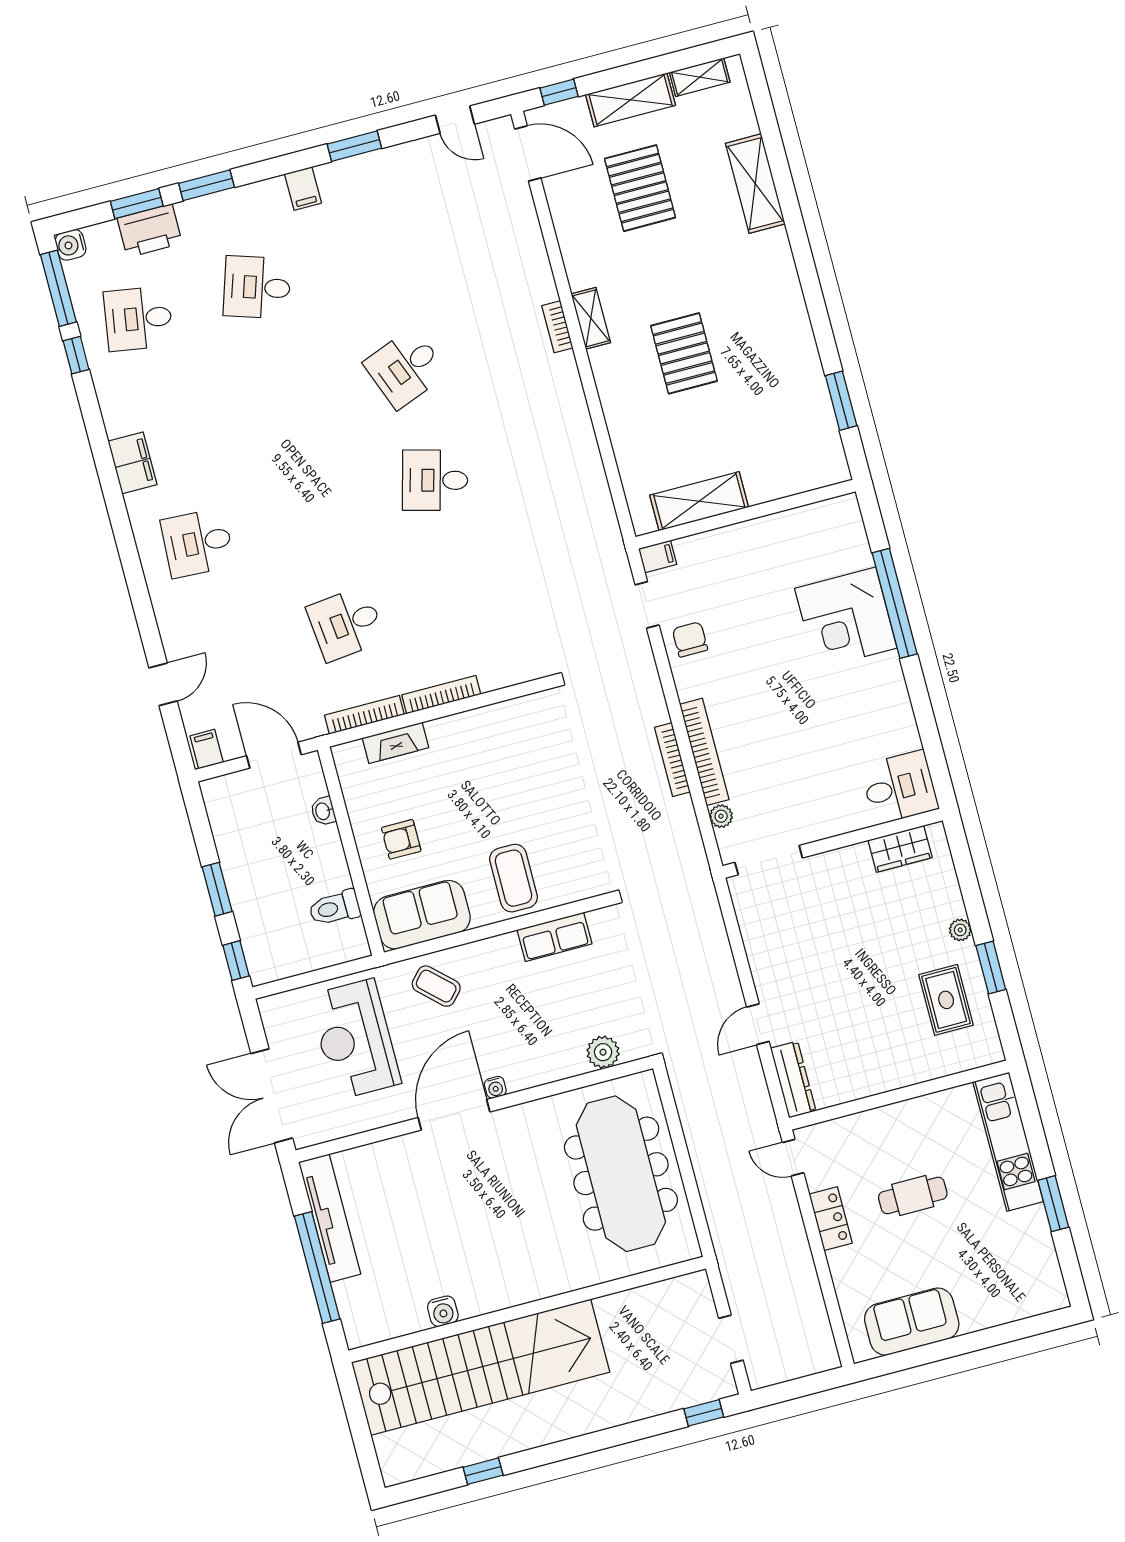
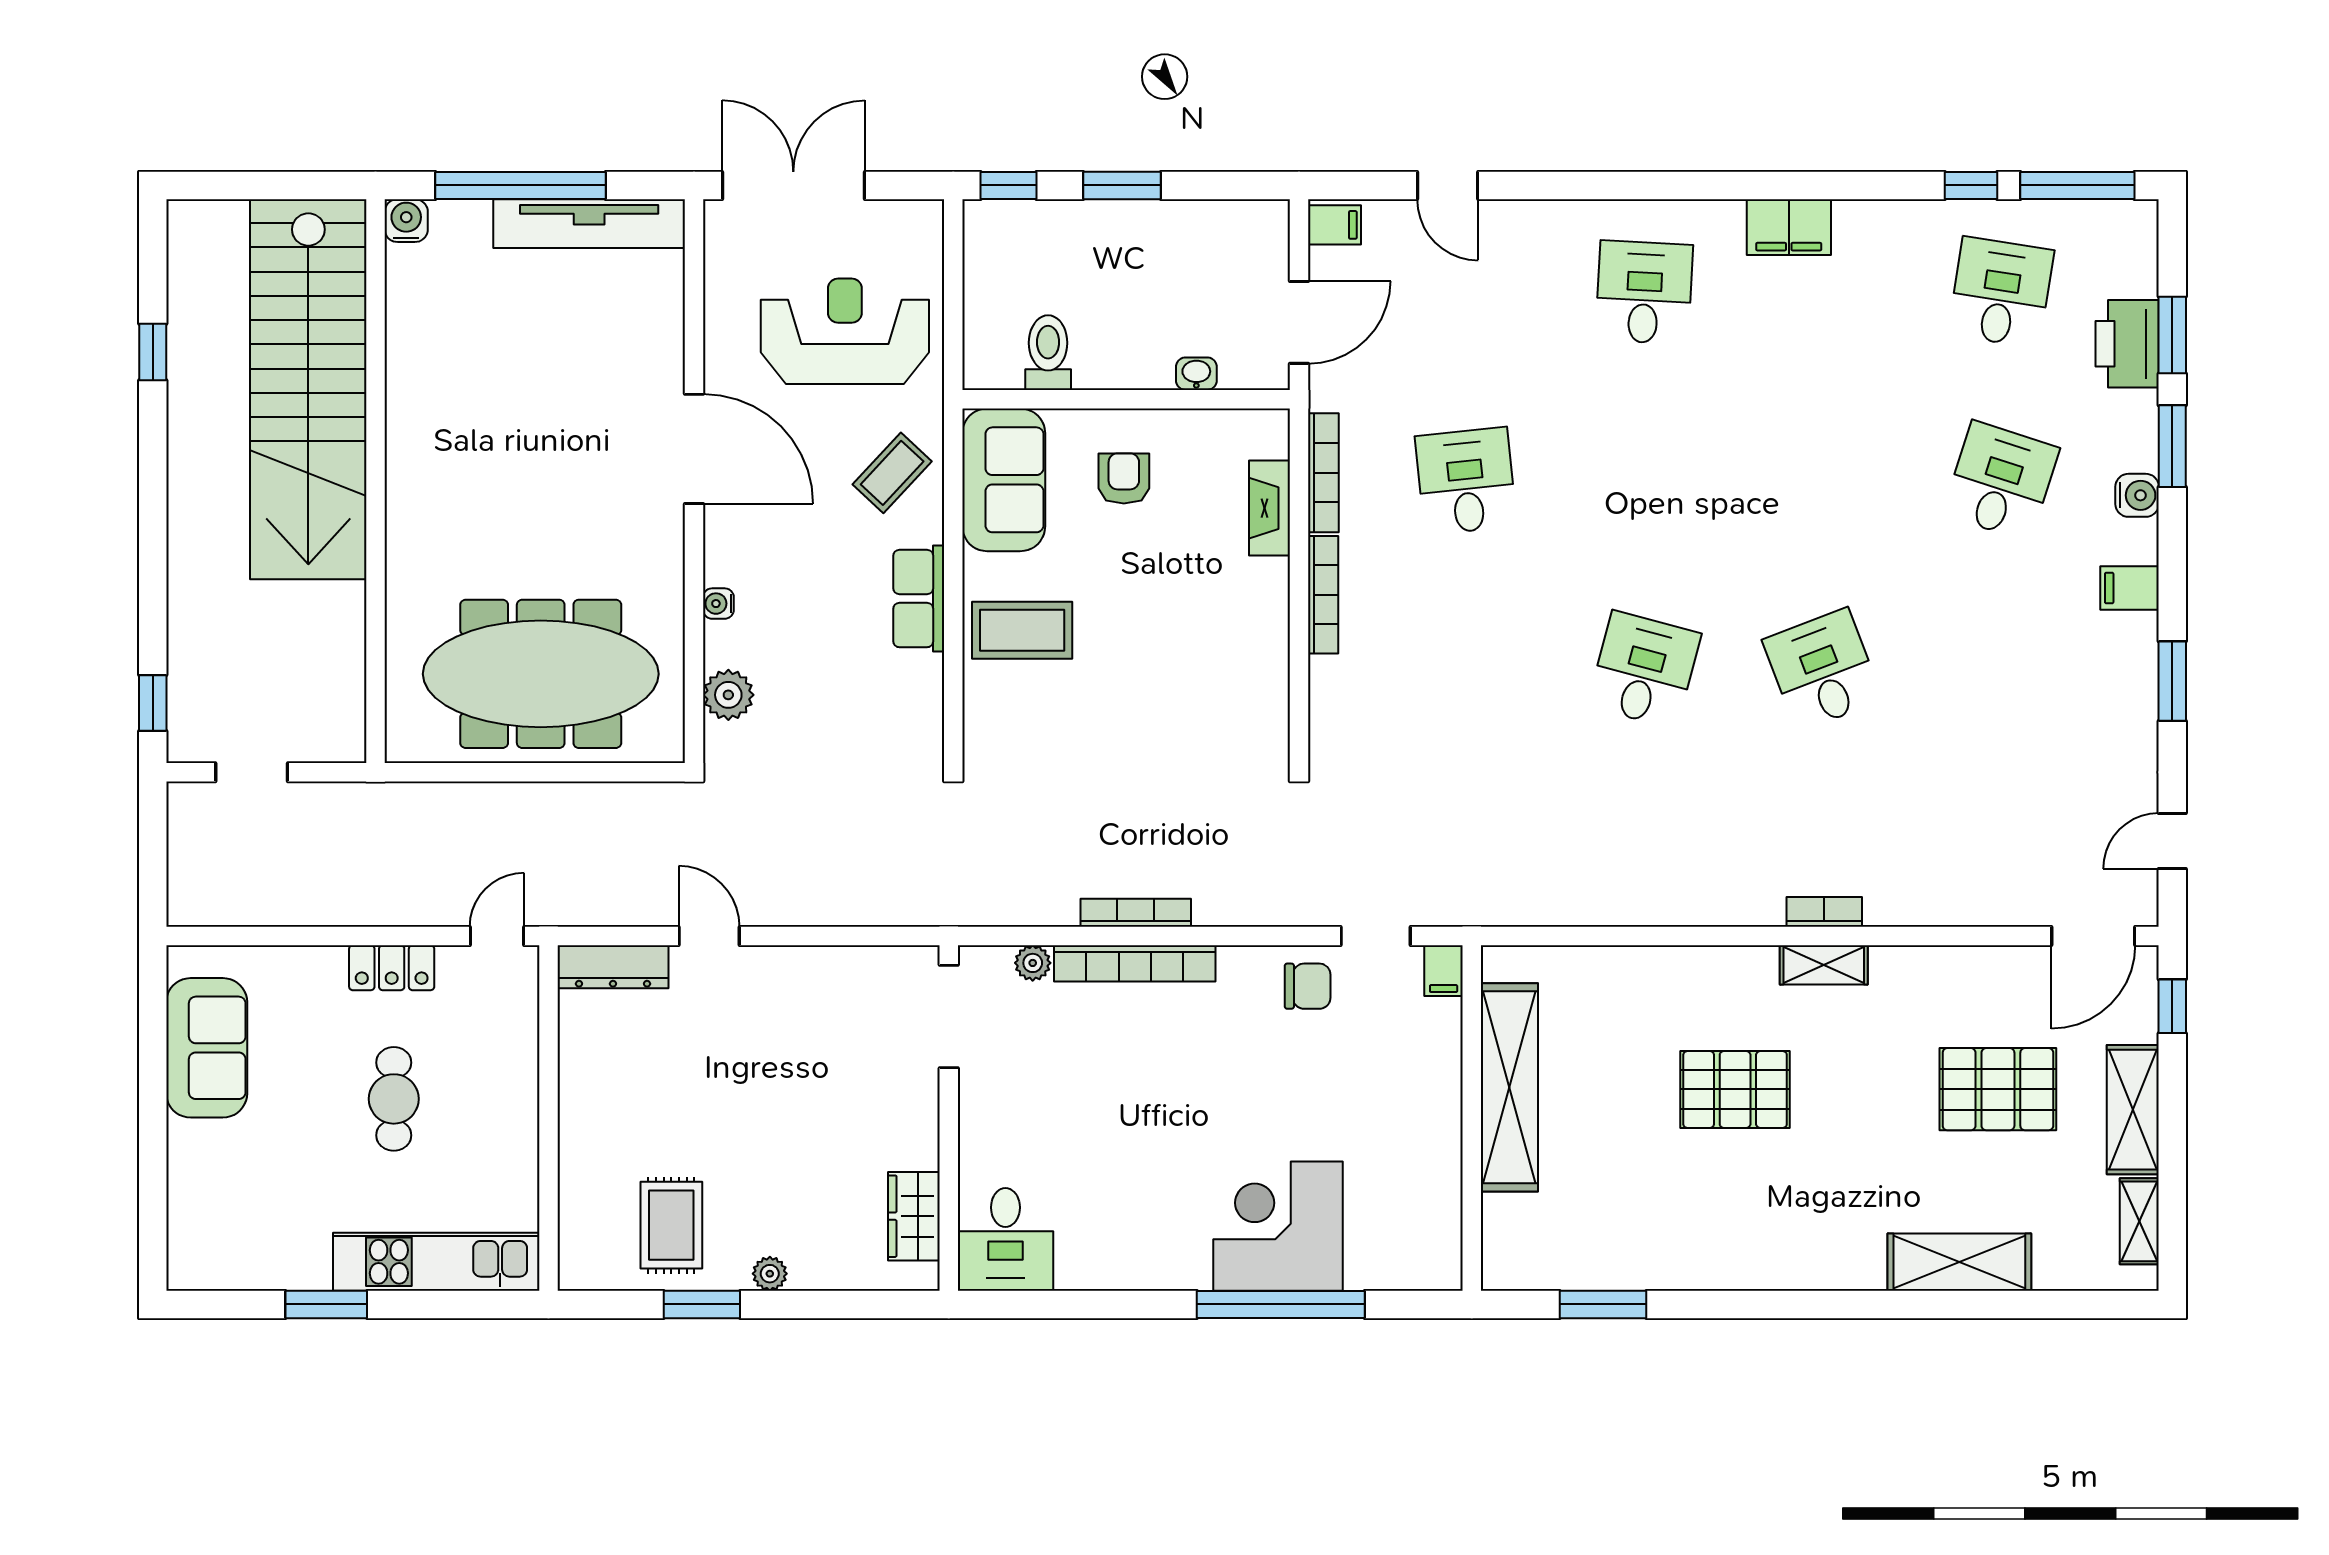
water cooler: (71, 245) -> (2137, 495), moved, turned 90
shelving: (699, 501) -> (1509, 1087), width x1.47
row of seats: (555, 937) -> (919, 599), moved
rug: (946, 1000) -> (671, 1225), turned 90
water cooler: (495, 1087) -> (718, 604), moved
water cooler: (443, 1311) -> (406, 221), moved, turned 90

